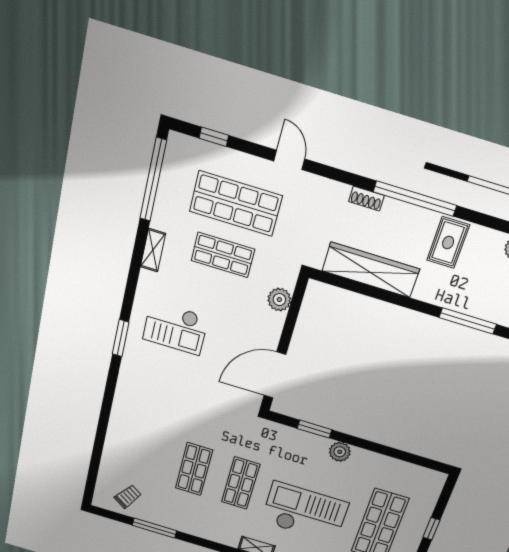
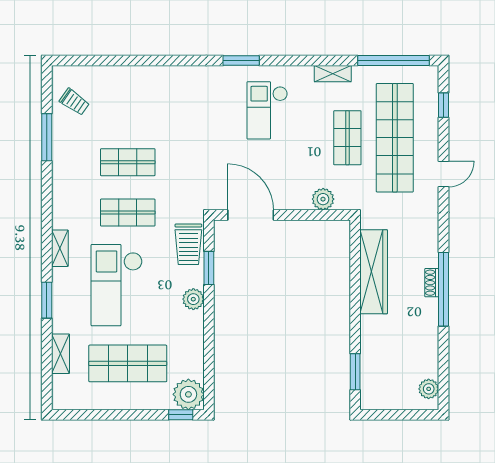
shoe rack: (366, 198) -> (432, 283), moved
shop shelf: (236, 204) -> (395, 138), width x1.40
rug: (448, 243) -> (416, 330), removed
window: (468, 321) -> (355, 372), width x0.69
trolley: (286, 440) -> (188, 244), added
plant: (429, 483) -> (188, 394), added
checkout: (305, 512) -> (117, 285), turned 180
window: (431, 529) -> (181, 415), moved

